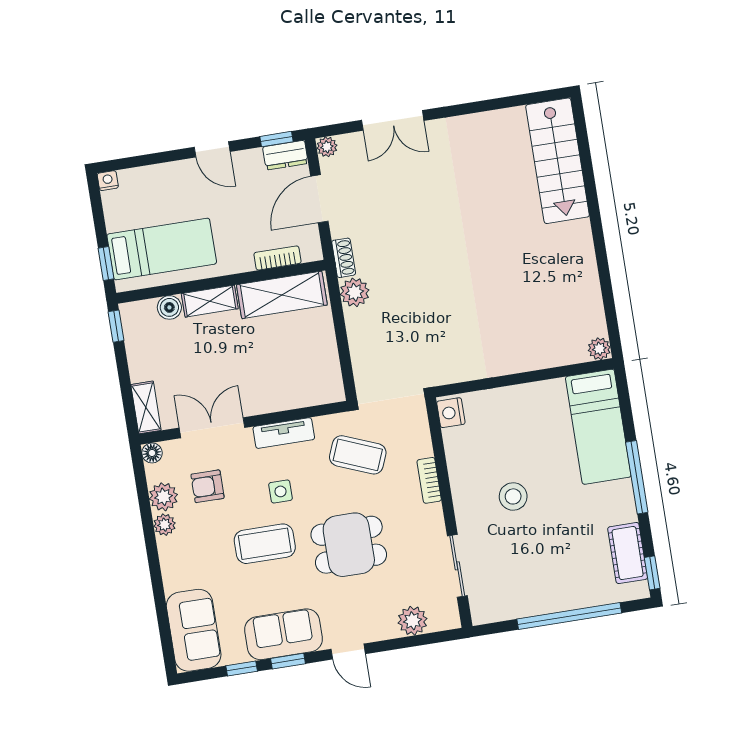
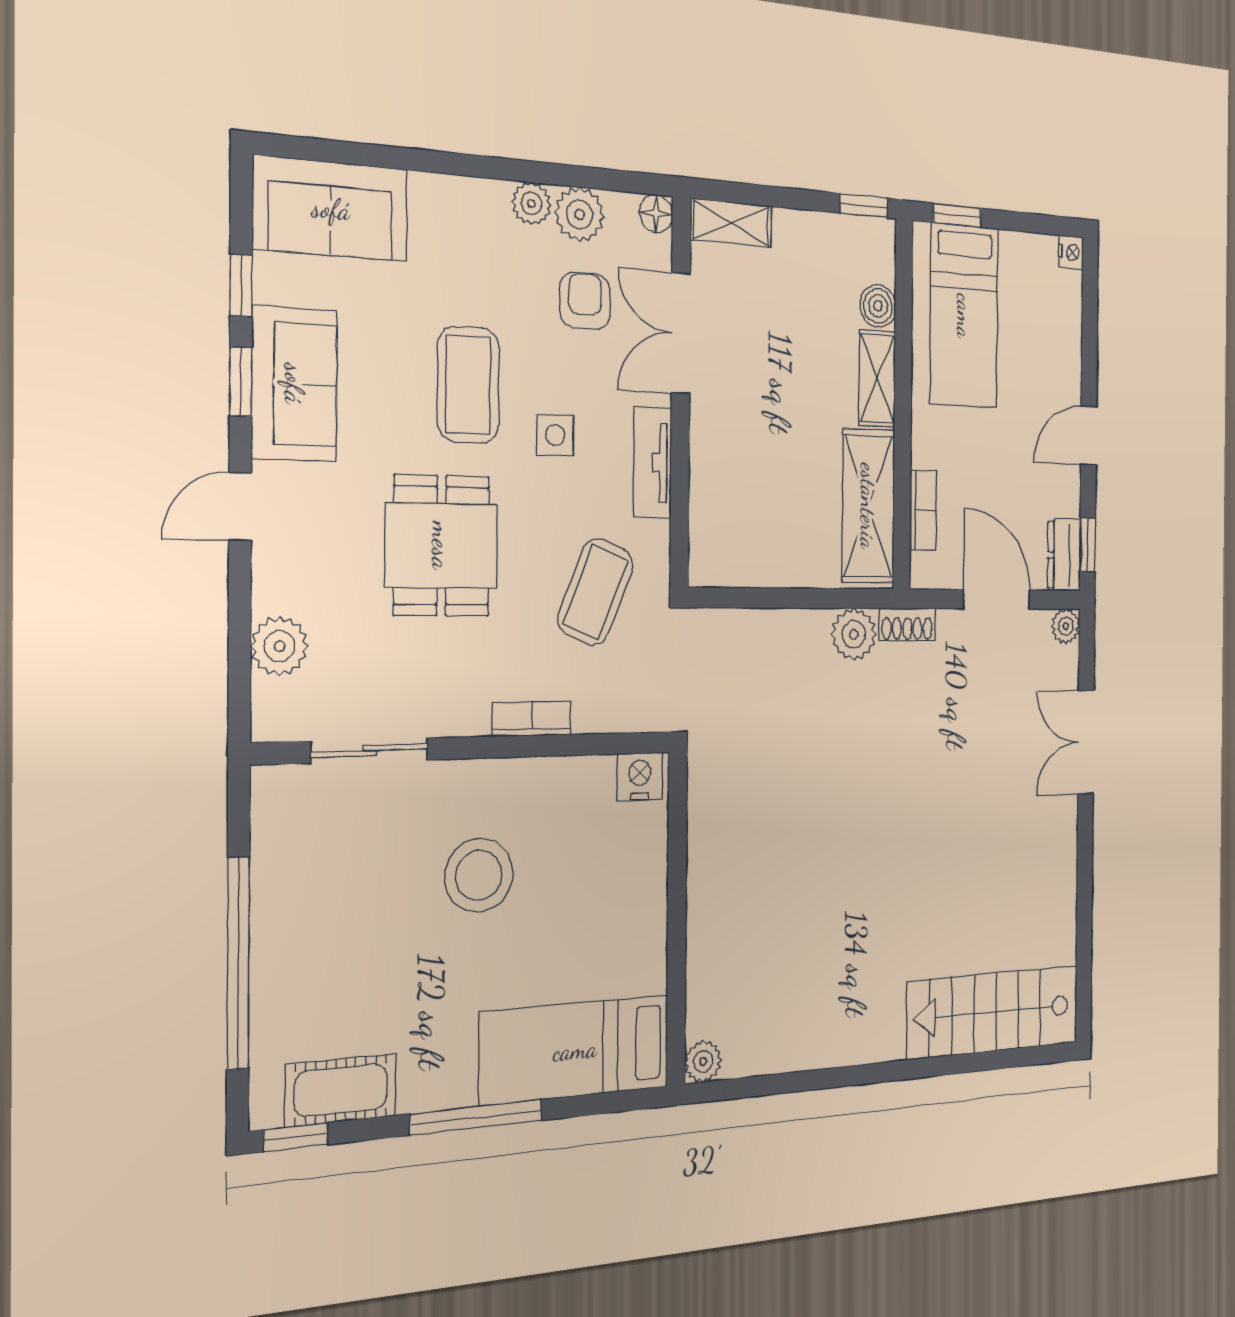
double door: (212, 428) -> (681, 333), swing flipped
stool: (513, 496) -> (479, 875), width x1.38, depth x1.38

